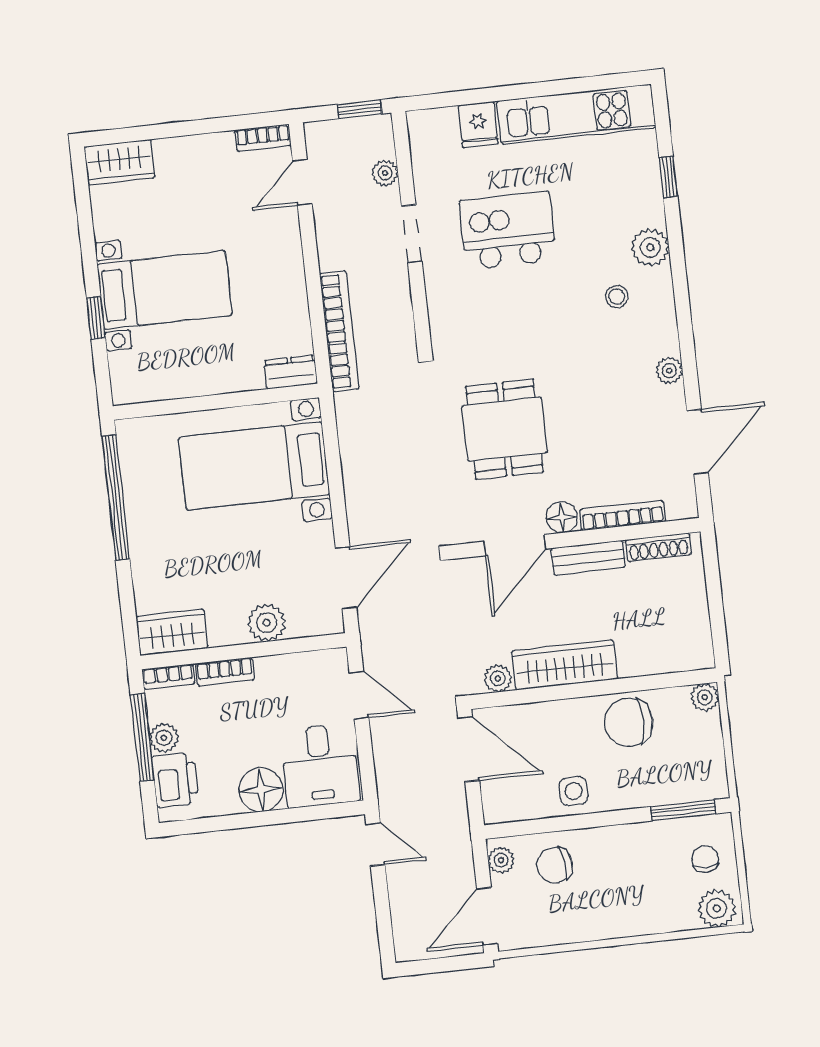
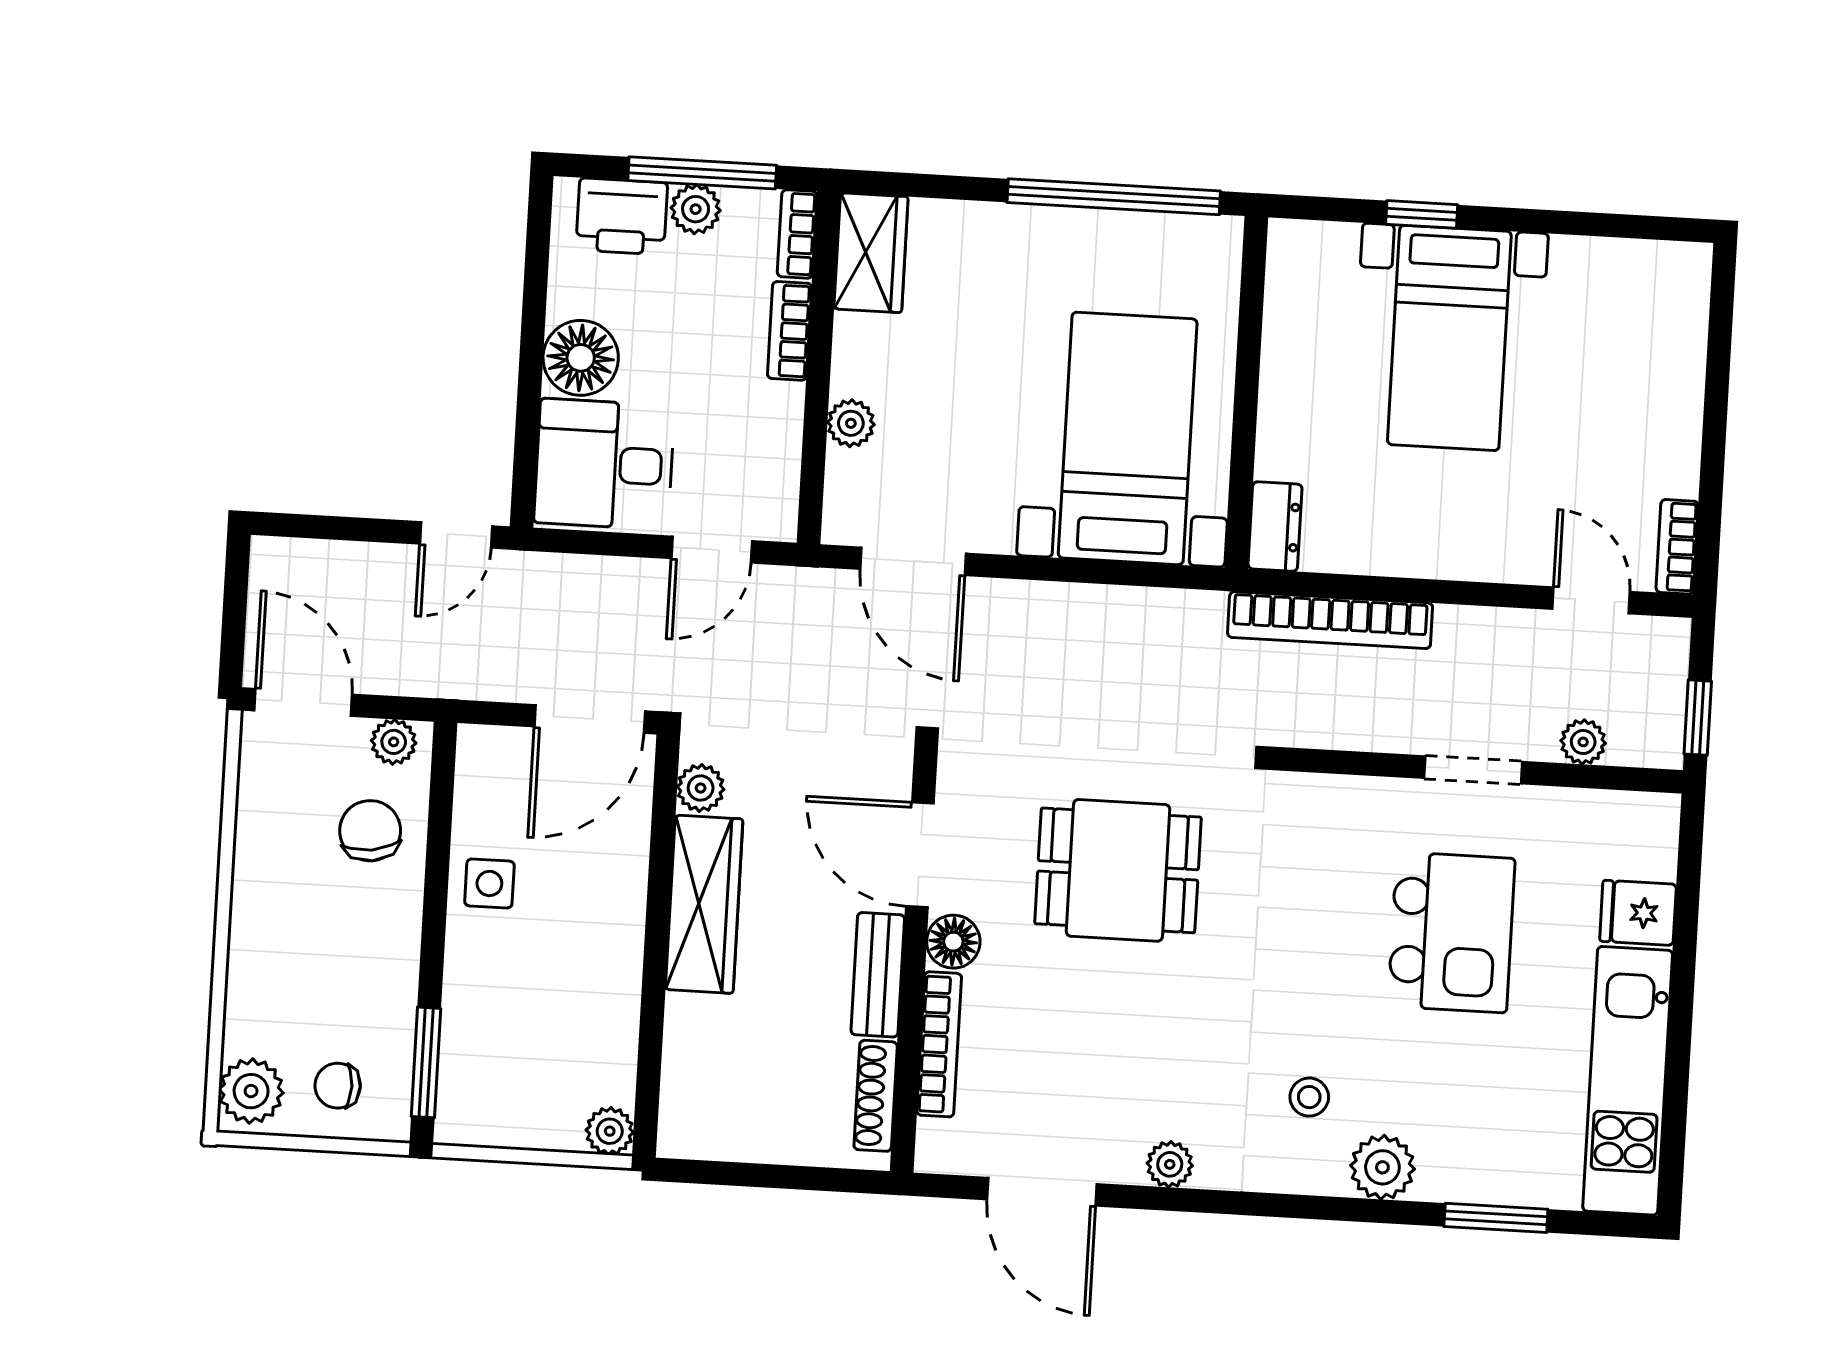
wardrobe: (119, 162) -> (1677, 298), removed
window: (668, 177) -> (1496, 1218), width x1.50
plant: (267, 623) -> (851, 423), width x0.73, depth x0.73
chair: (629, 722) -> (589, 996), removed
chair: (705, 859) -> (338, 1086), turned 180

